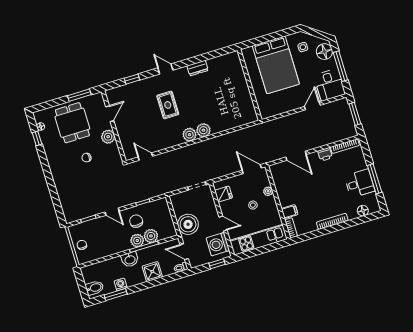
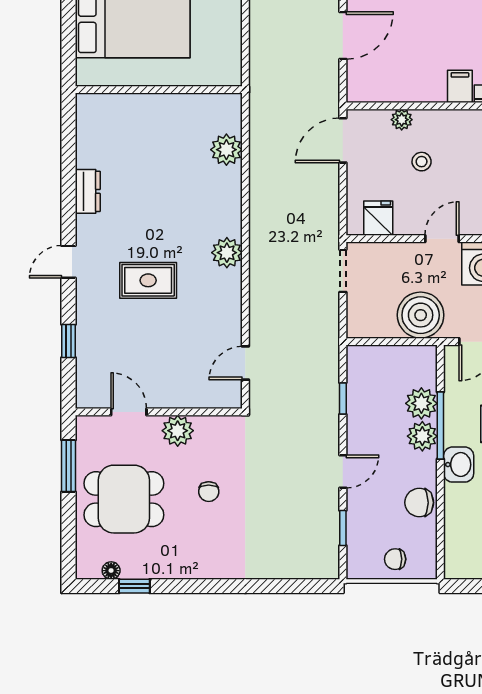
plant: (203, 130) -> (226, 150), moved
chair: (136, 221) -> (419, 503), moved

